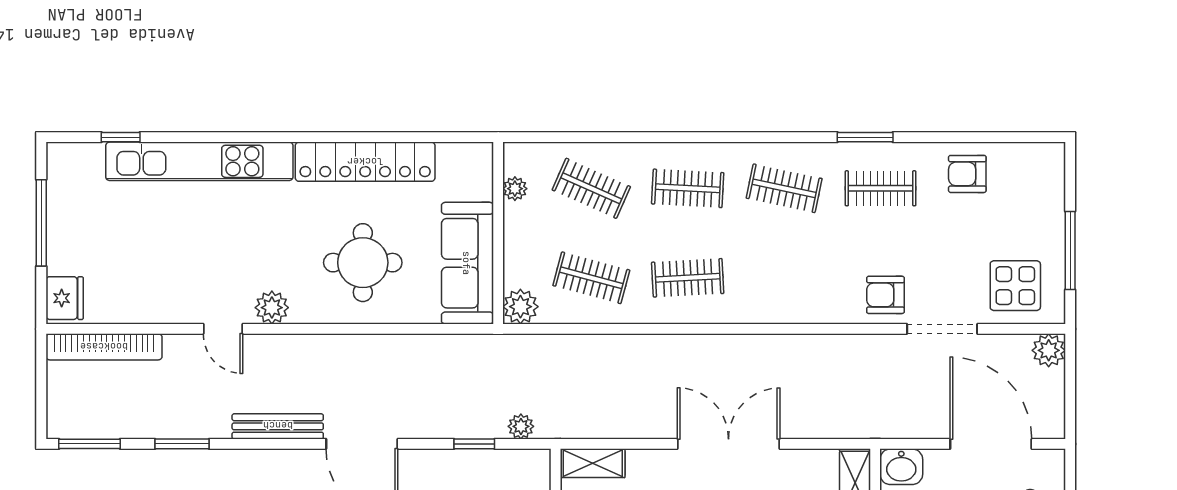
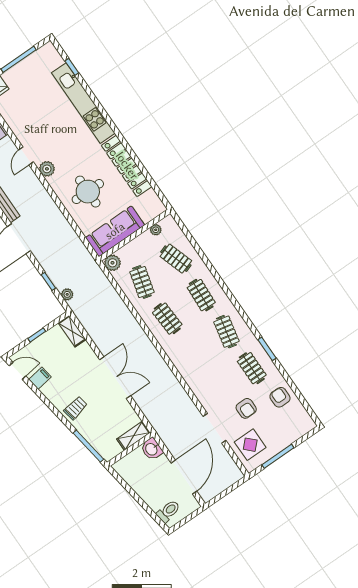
clothes rail: (591, 188) -> (176, 259), turned -42
armchair: (885, 295) -> (246, 408), moved, turned 180
plant: (1049, 350) -> (234, 474), removed

